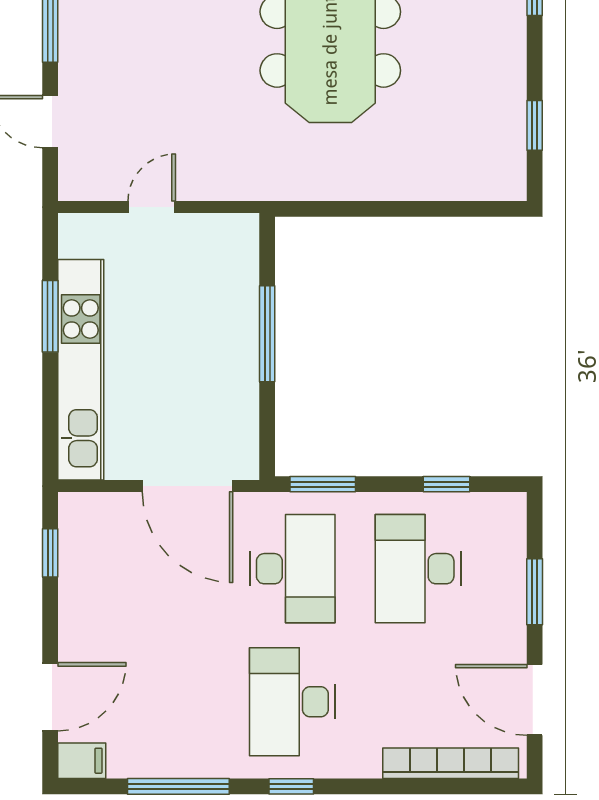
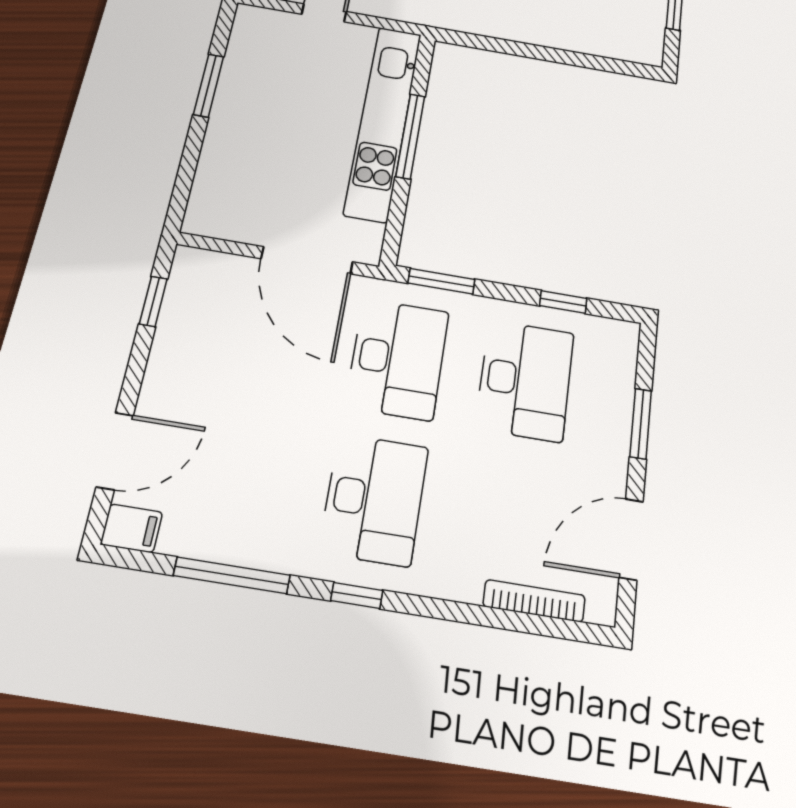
kitchen unit: (81, 370) -> (383, 122), moved, turned 180
desk: (418, 569) -> (525, 380), turned 180
door: (535, 700) -> (631, 539), hinge flipped
desk: (292, 702) -> (374, 499), turned 180
bookcase: (451, 763) -> (534, 601), width x0.68, depth x0.76

